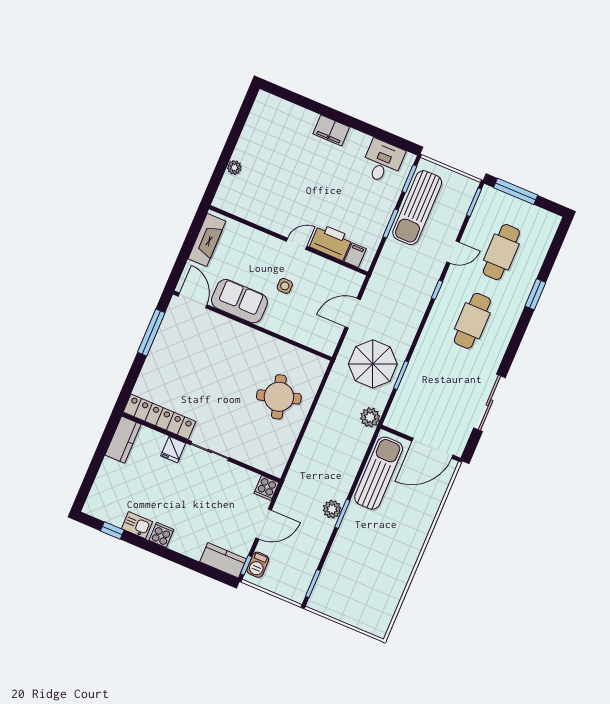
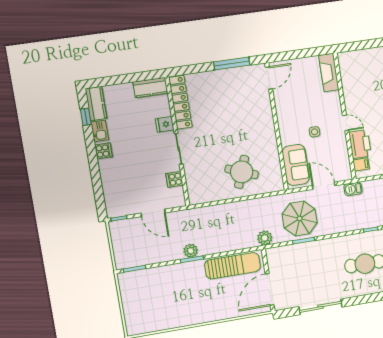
plant: (234, 168) -> (369, 53), removed
fireplace: (207, 240) -> (329, 73), moved, turned 90
sofa: (239, 301) -> (296, 165), moved
round table: (279, 397) -> (242, 172), turned 38
door: (432, 448) -> (270, 289), hinge flipped
cooker: (266, 488) -> (174, 179), moved
kitchen counter: (223, 560) -> (96, 104), moved
barbecue: (258, 565) -> (353, 189), moved

